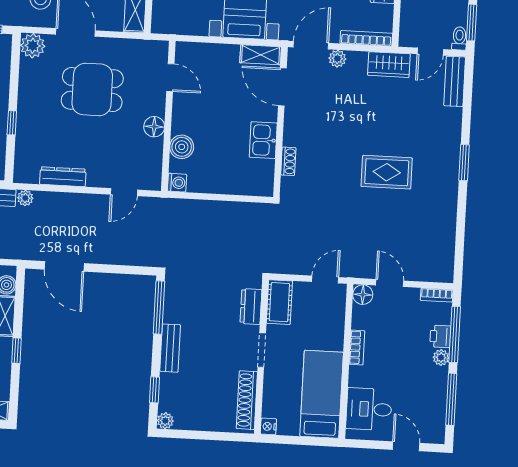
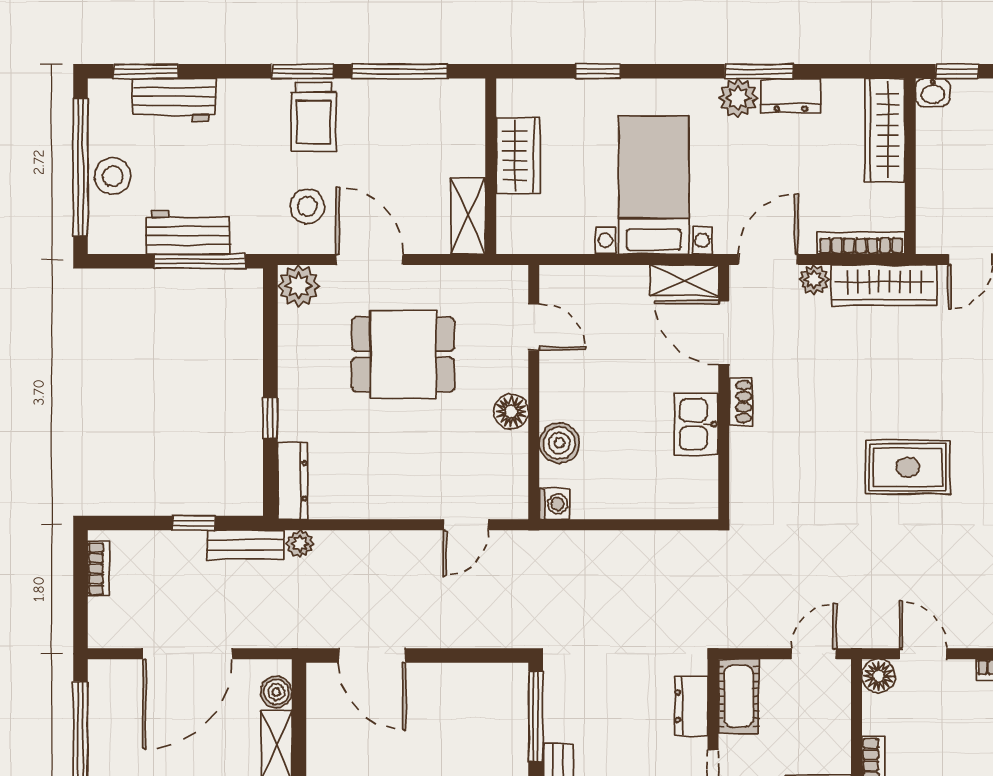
wardrobe: (389, 65) -> (884, 285), width x1.50
shoe rack: (288, 161) -> (741, 402), moved
dresser: (63, 177) -> (293, 481), moved, turned 90

